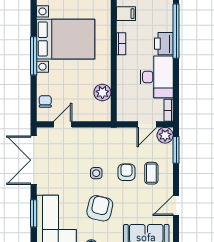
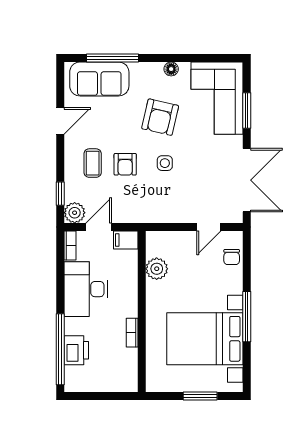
filing cabinet: (126, 14) -> (126, 240), moved
printer: (164, 44) -> (76, 350), moved
window: (176, 150) -> (60, 194), width x0.67

